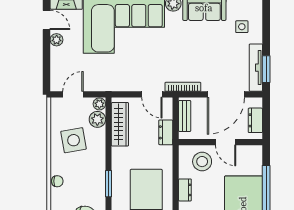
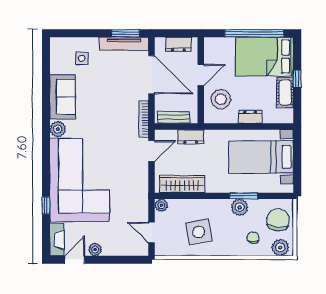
plant: (97, 119) -> (240, 207), moved
chair: (57, 181) -> (253, 238), moved

